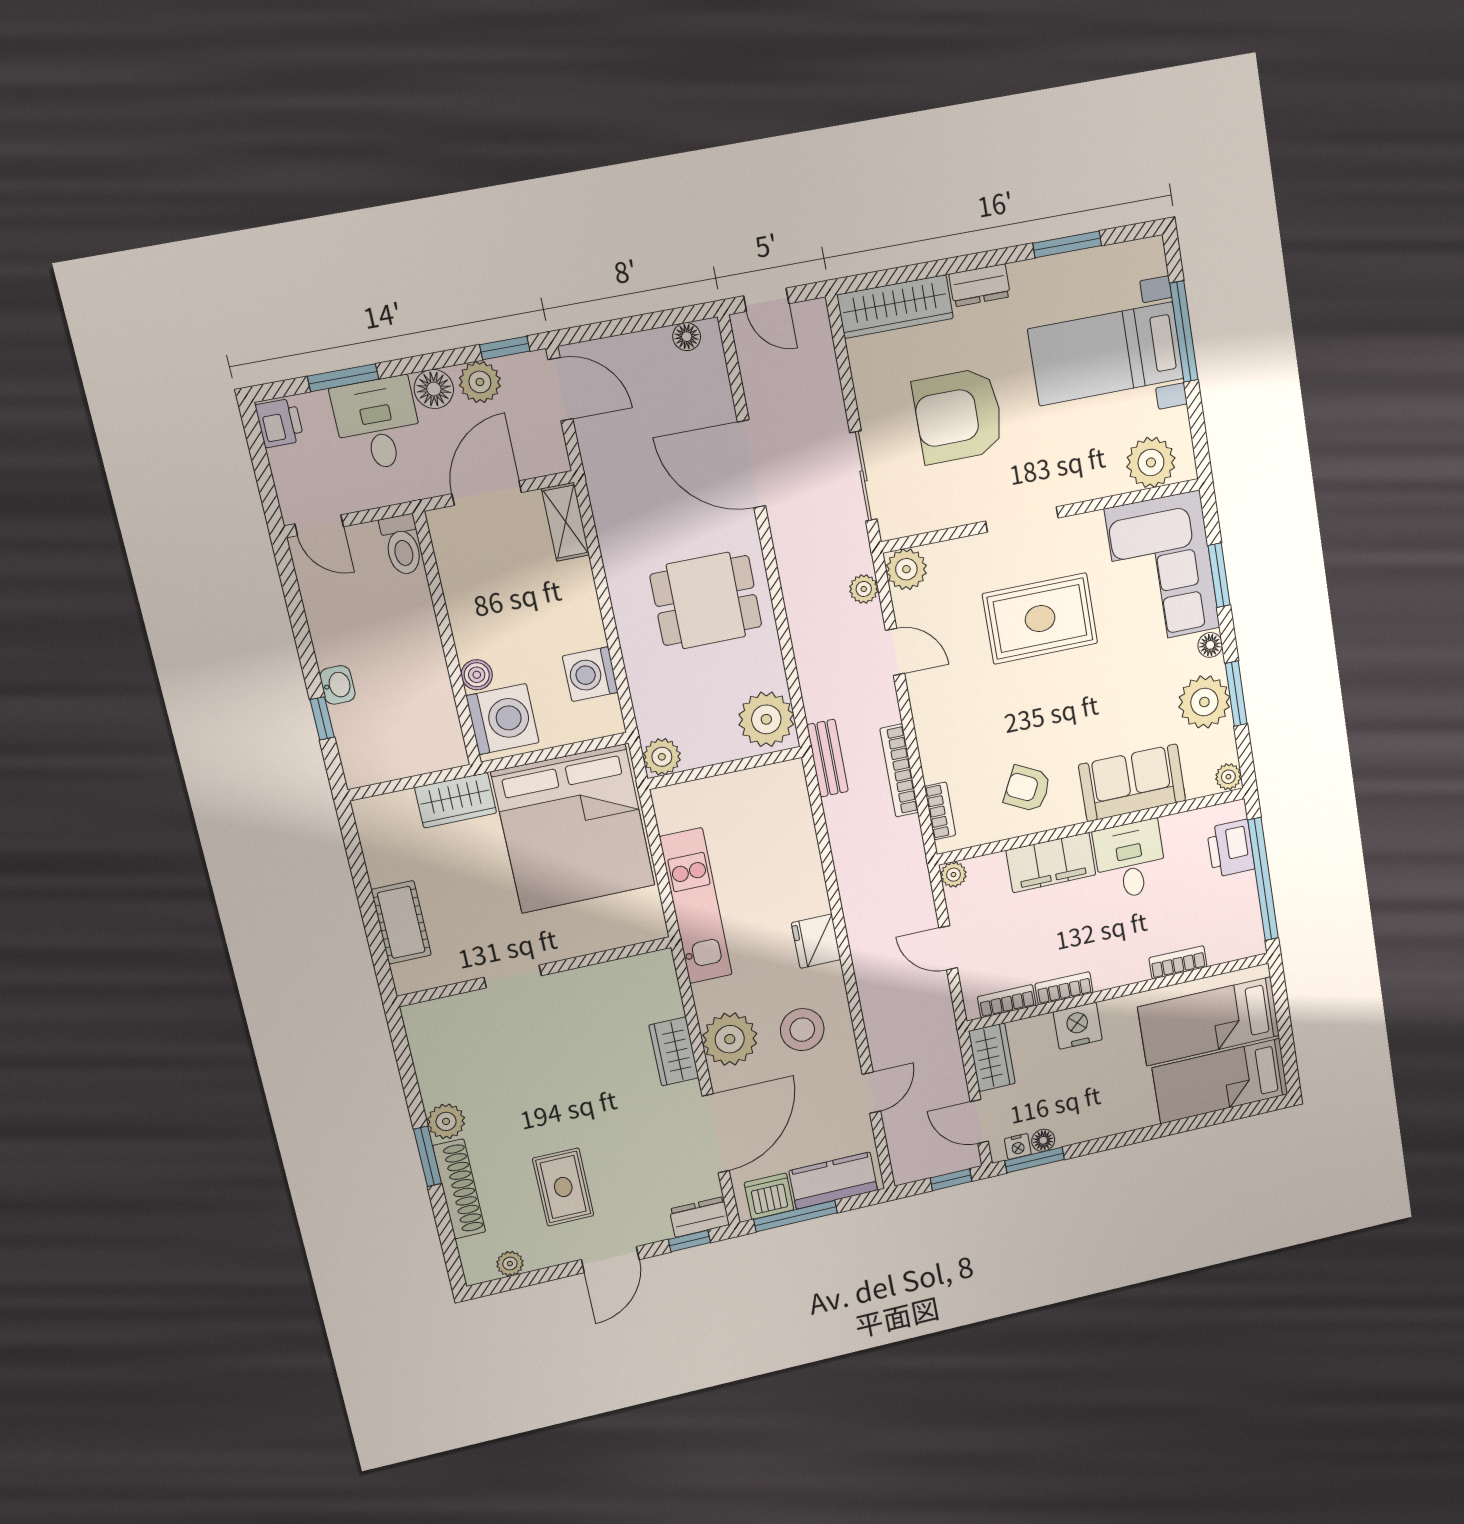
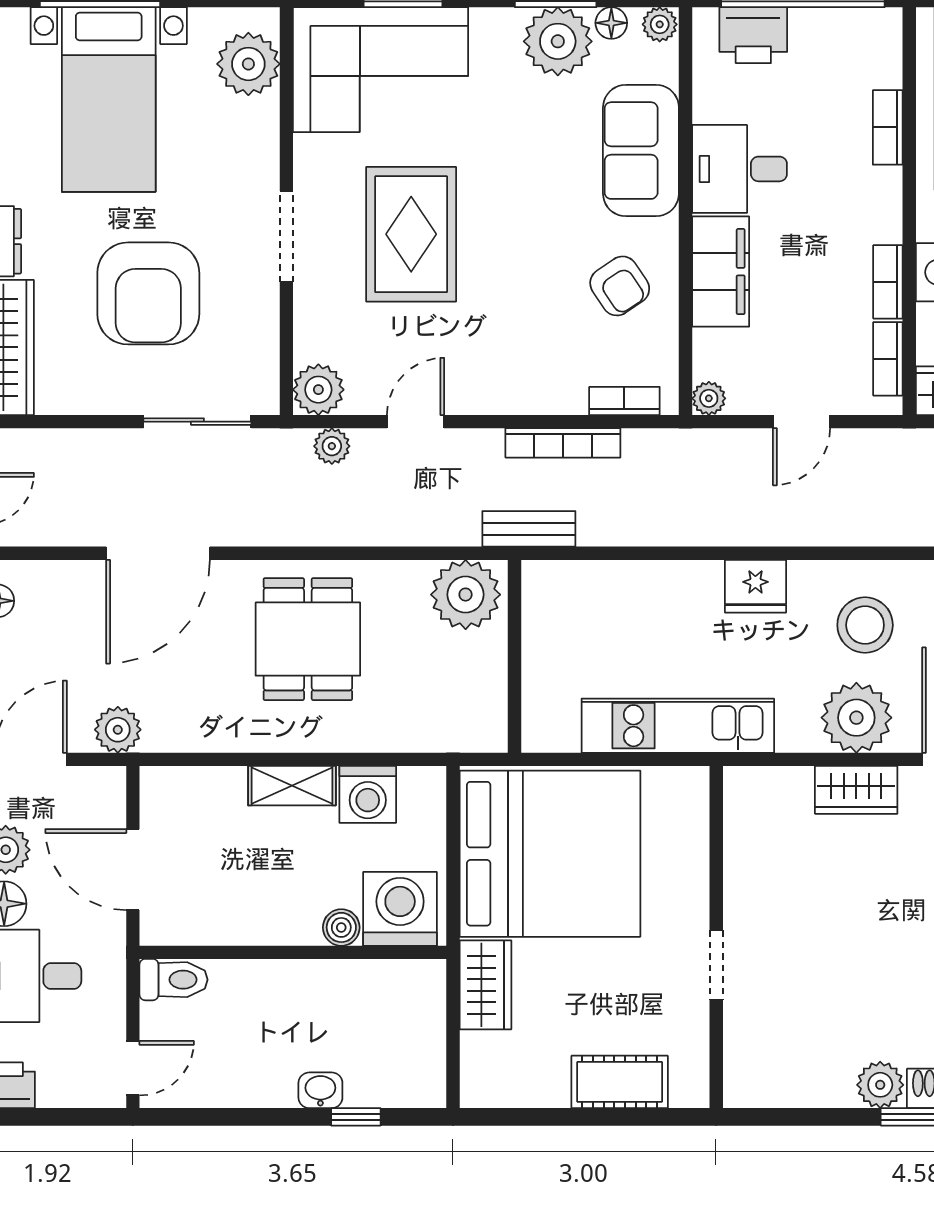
shelving: (566, 522) -> (292, 786), moved
floor lamp: (1210, 645) -> (611, 23), moved
plant: (662, 757) -> (118, 730), moved
armchair: (1027, 789) -> (620, 286), turned -61

